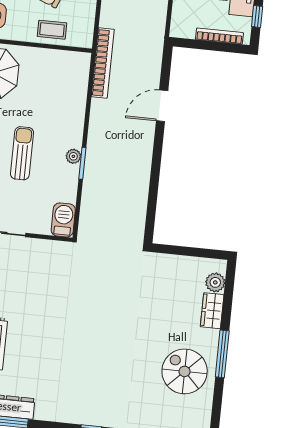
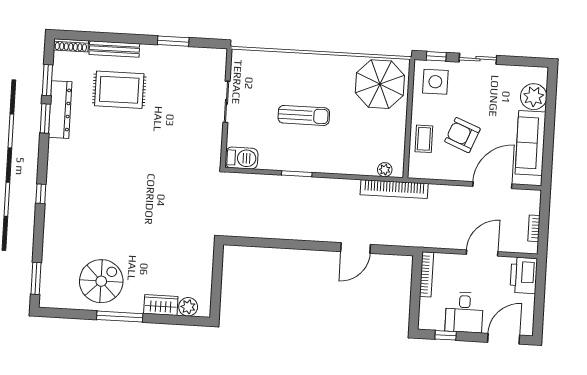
bookcase: (219, 36) -> (427, 274), moved
door: (162, 106) -> (356, 248), swing flipped
plant: (73, 156) -> (385, 170), moved

